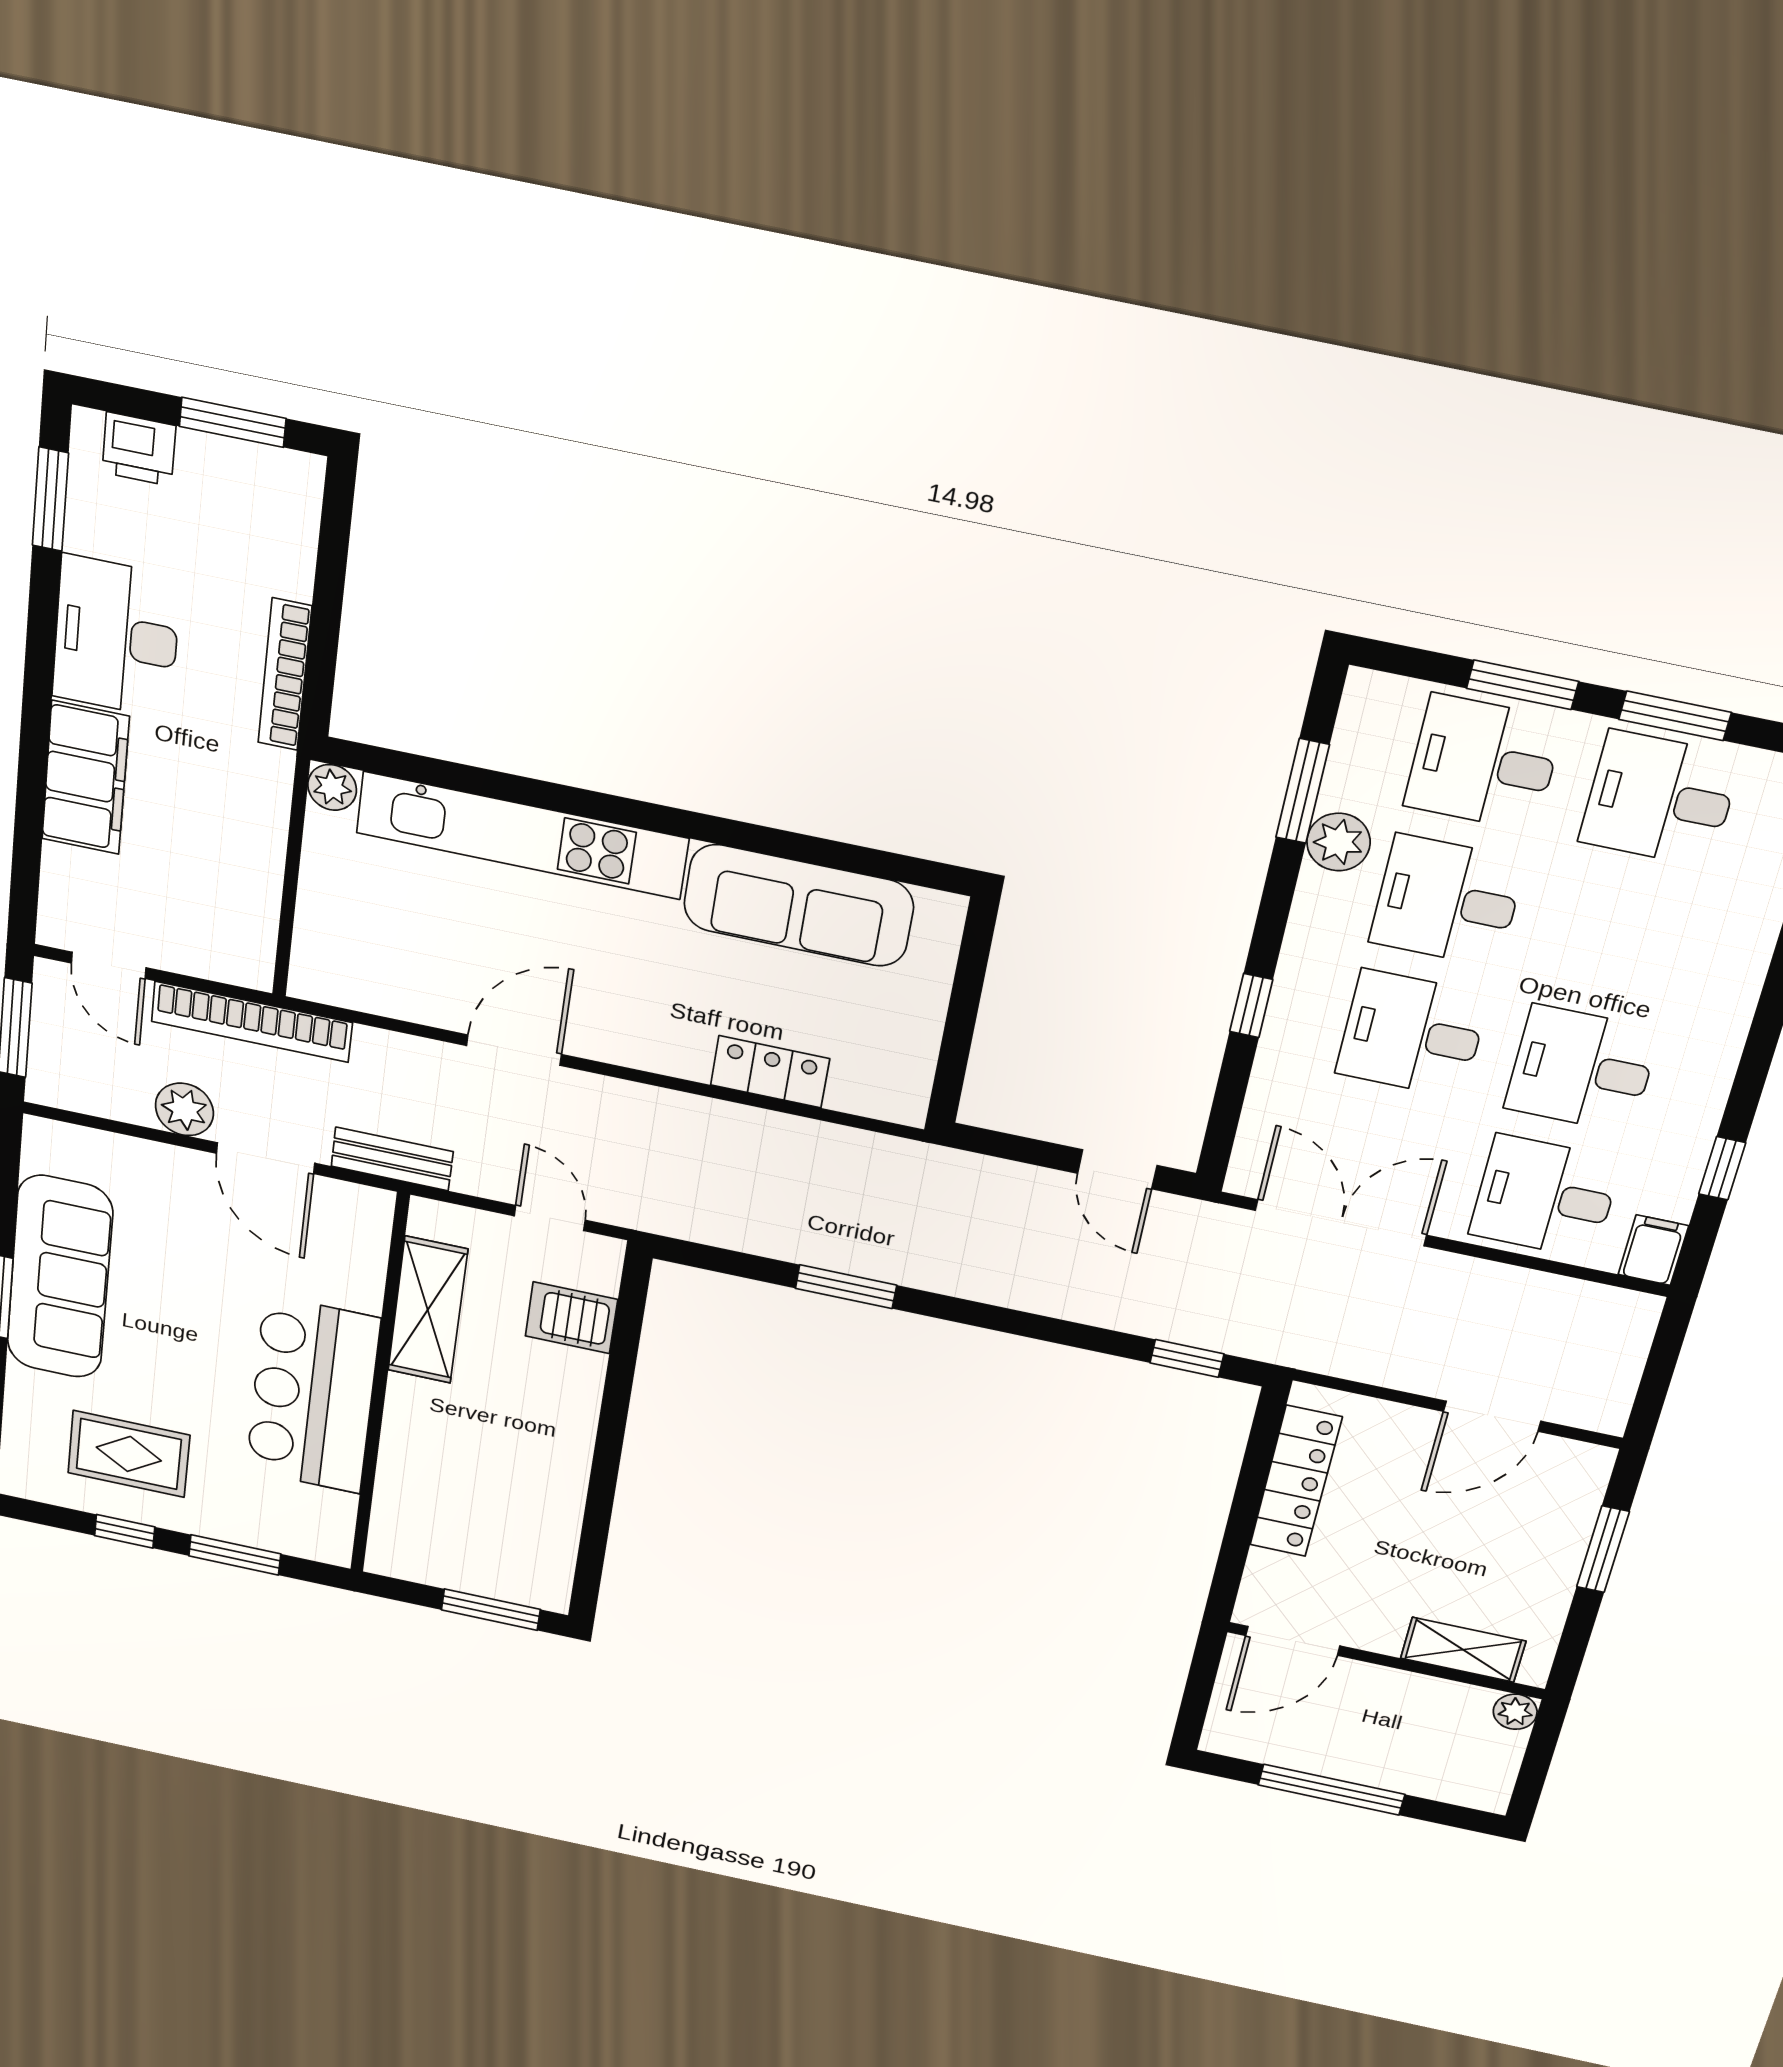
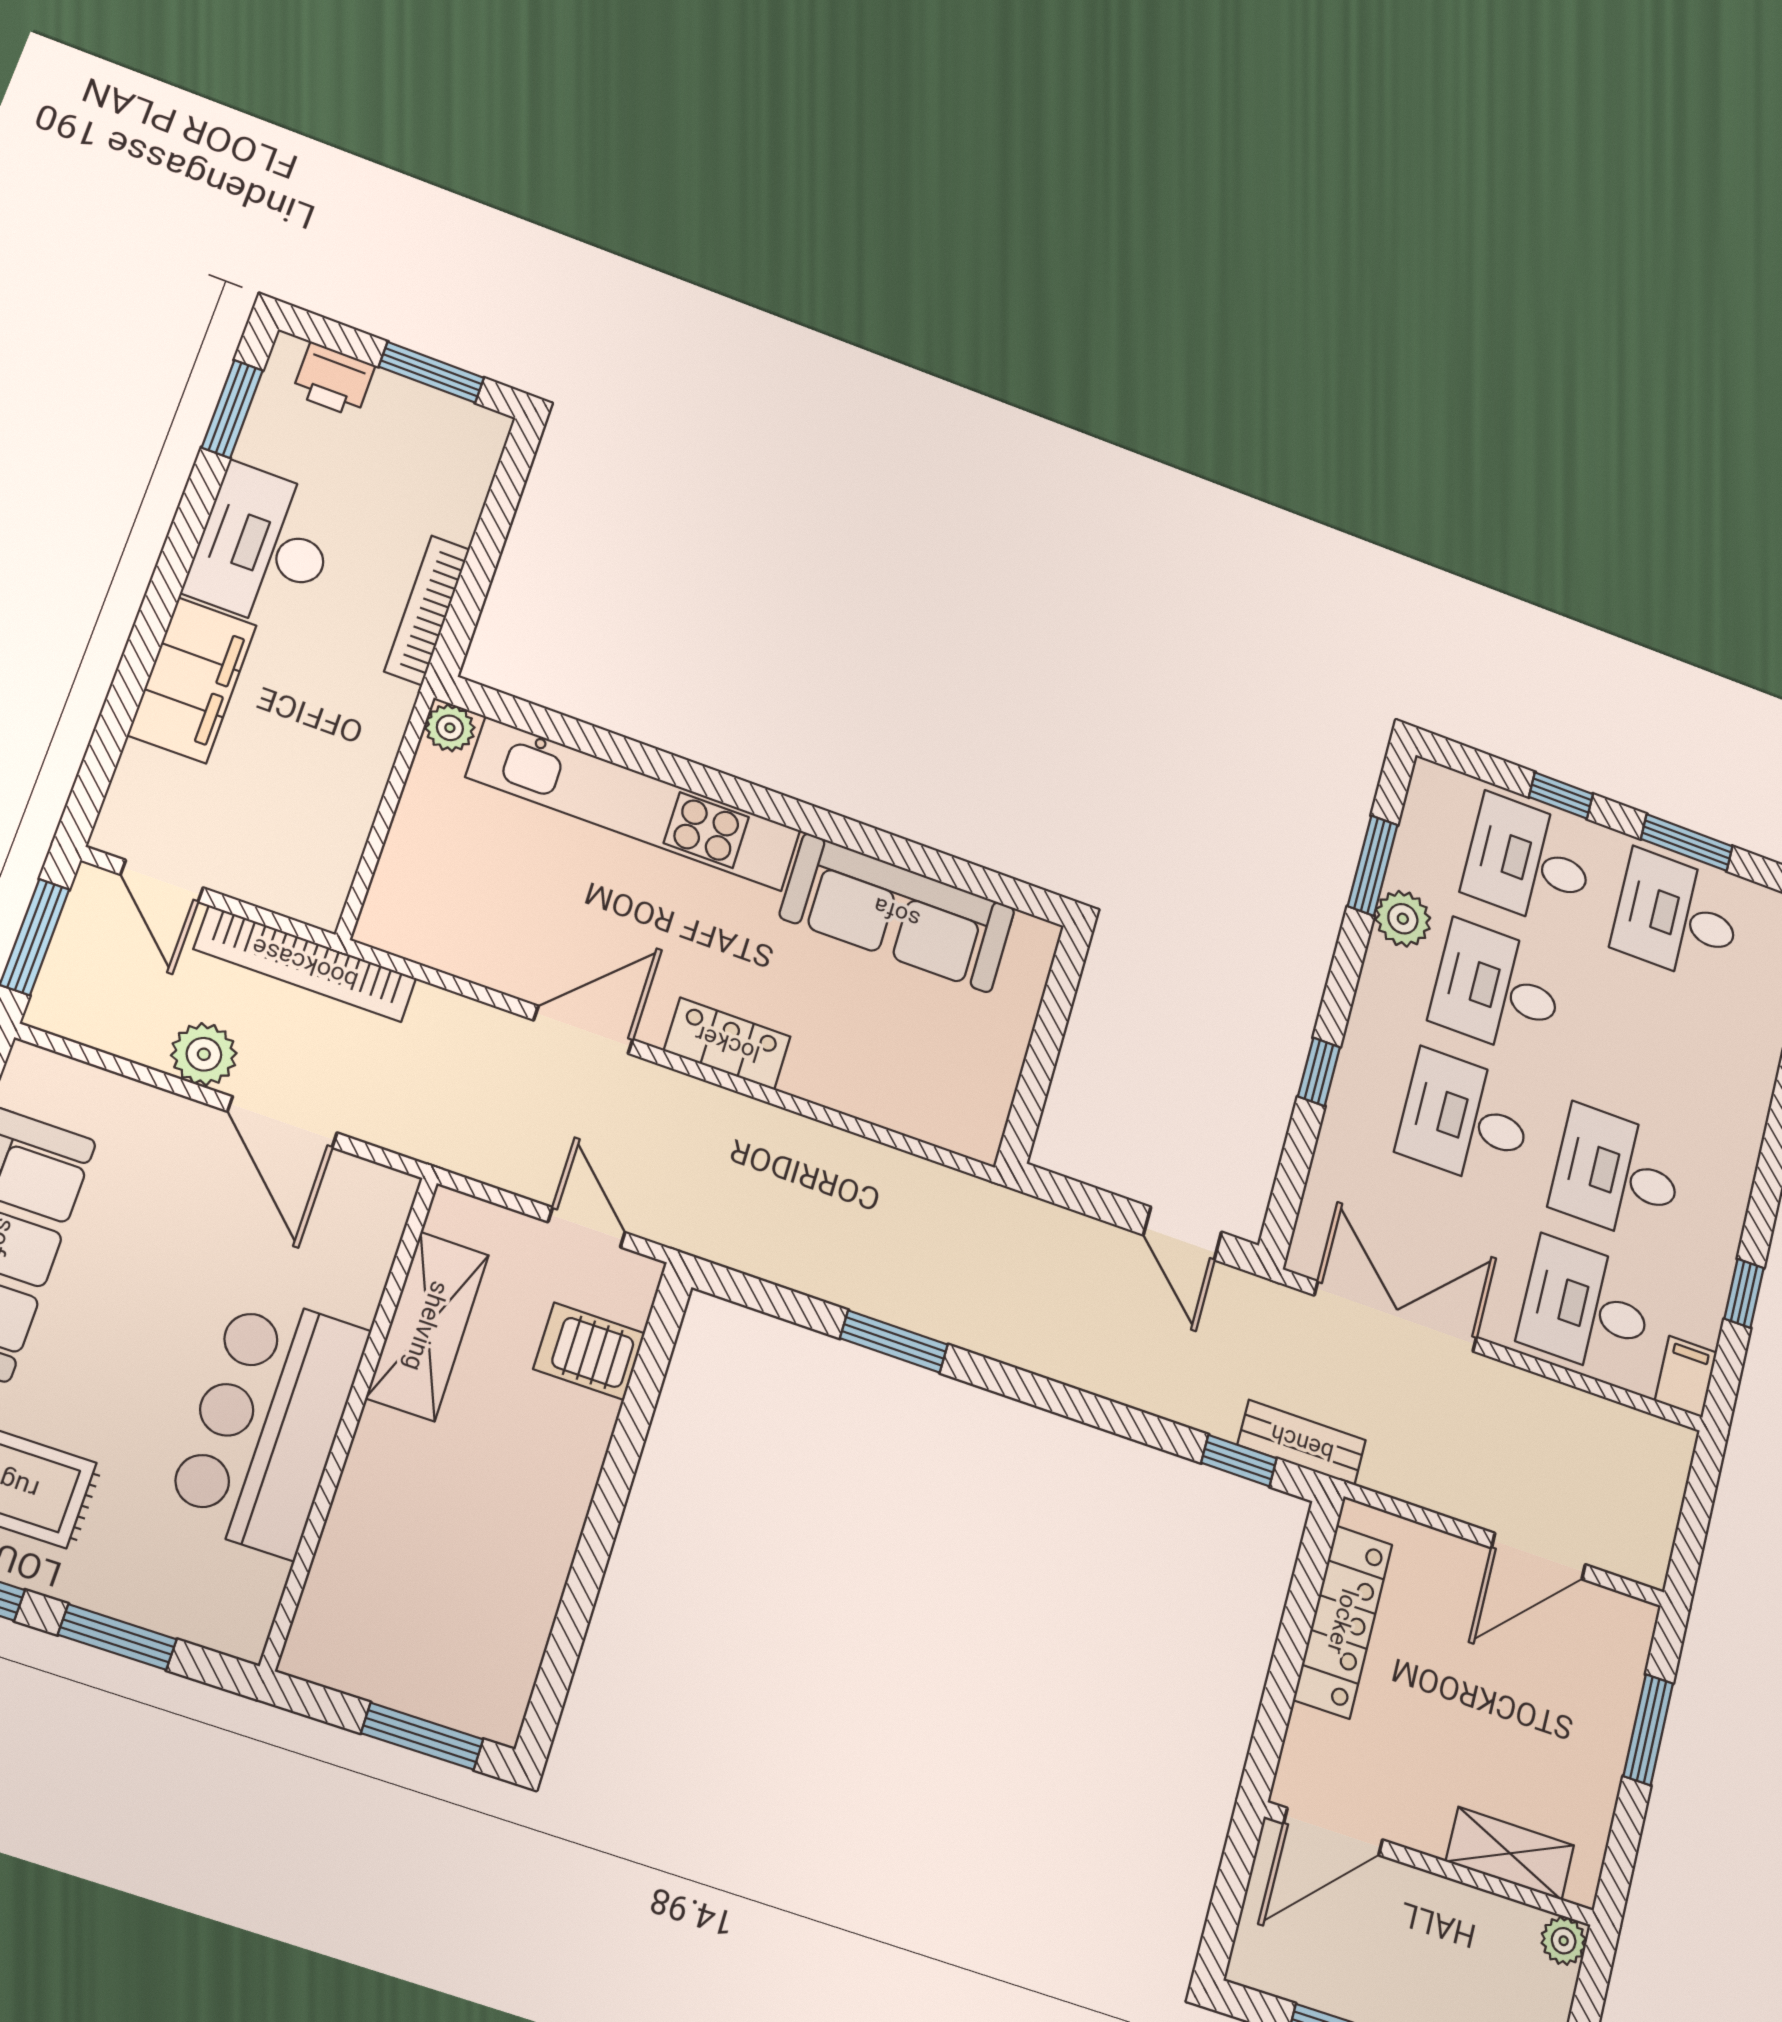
window: (1523, 685) -> (1561, 795), width x0.67
locker: (770, 1072) -> (727, 1044), moved
bench: (392, 1159) -> (1302, 1443), moved

